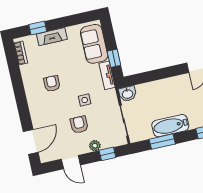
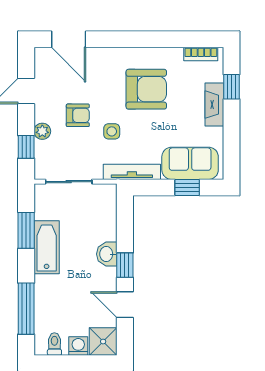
window: (114, 58) -> (187, 187), moved
window: (170, 72) -> (125, 265), added
tv unit: (107, 75) -> (132, 172), width x1.41
armchair: (52, 84) -> (146, 89), width x1.88, depth x1.88
washbasin: (127, 94) -> (107, 254), moved

